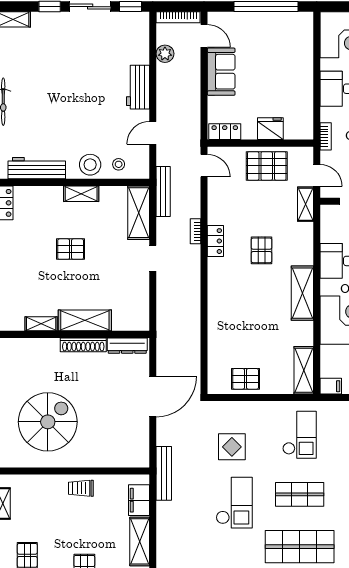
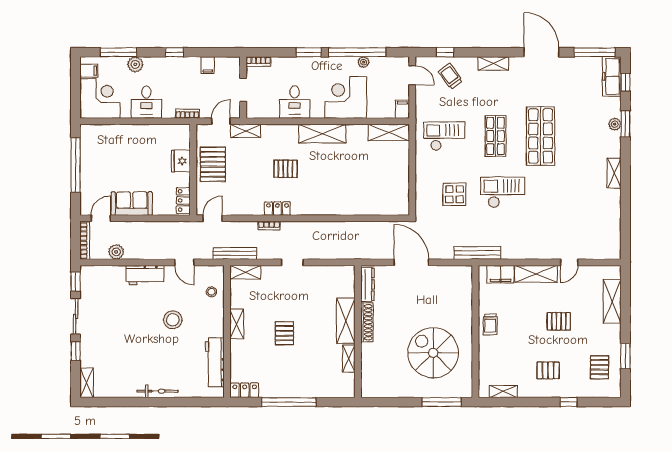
stool: (90, 165) -> (173, 320), moved
shelving: (139, 213) -> (245, 272), width x0.67, depth x0.75
pallet: (246, 379) -> (396, 183), removed

